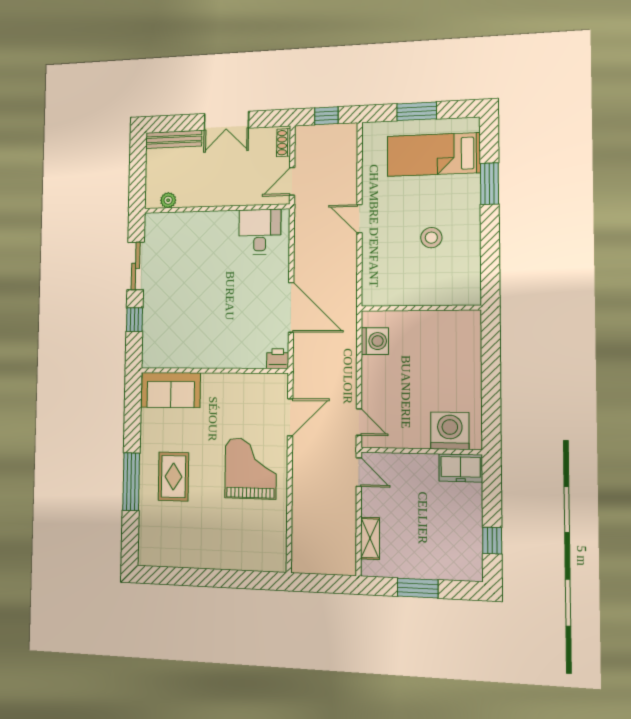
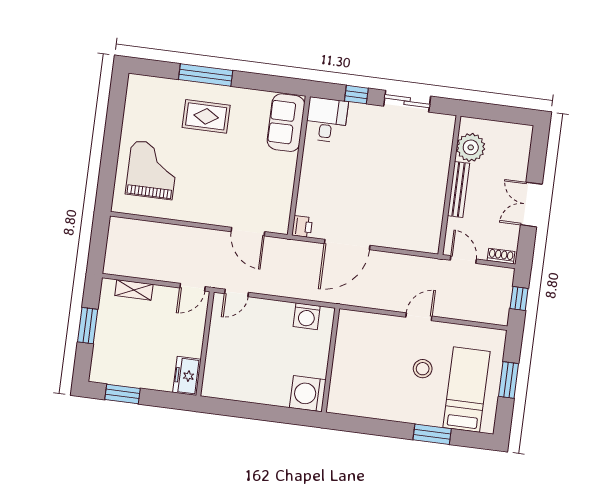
bench: (174, 139) -> (459, 189), moved
plant: (168, 200) -> (471, 147), width x1.88, depth x1.88
desk: (260, 232) -> (326, 120), moved, turned -90
stool: (431, 238) -> (423, 369), moved
washing machine: (450, 431) -> (308, 394), moved, turned 180
grand piano: (251, 468) -> (152, 170), moved, turned -90
window: (492, 541) -> (123, 394), width x1.50

